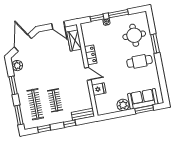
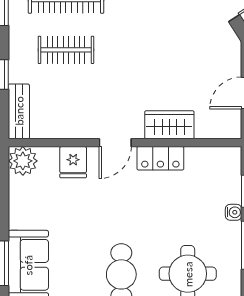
wardrobe: (74, 41) -> (169, 125), moved
plant: (123, 105) -> (23, 161), moved

